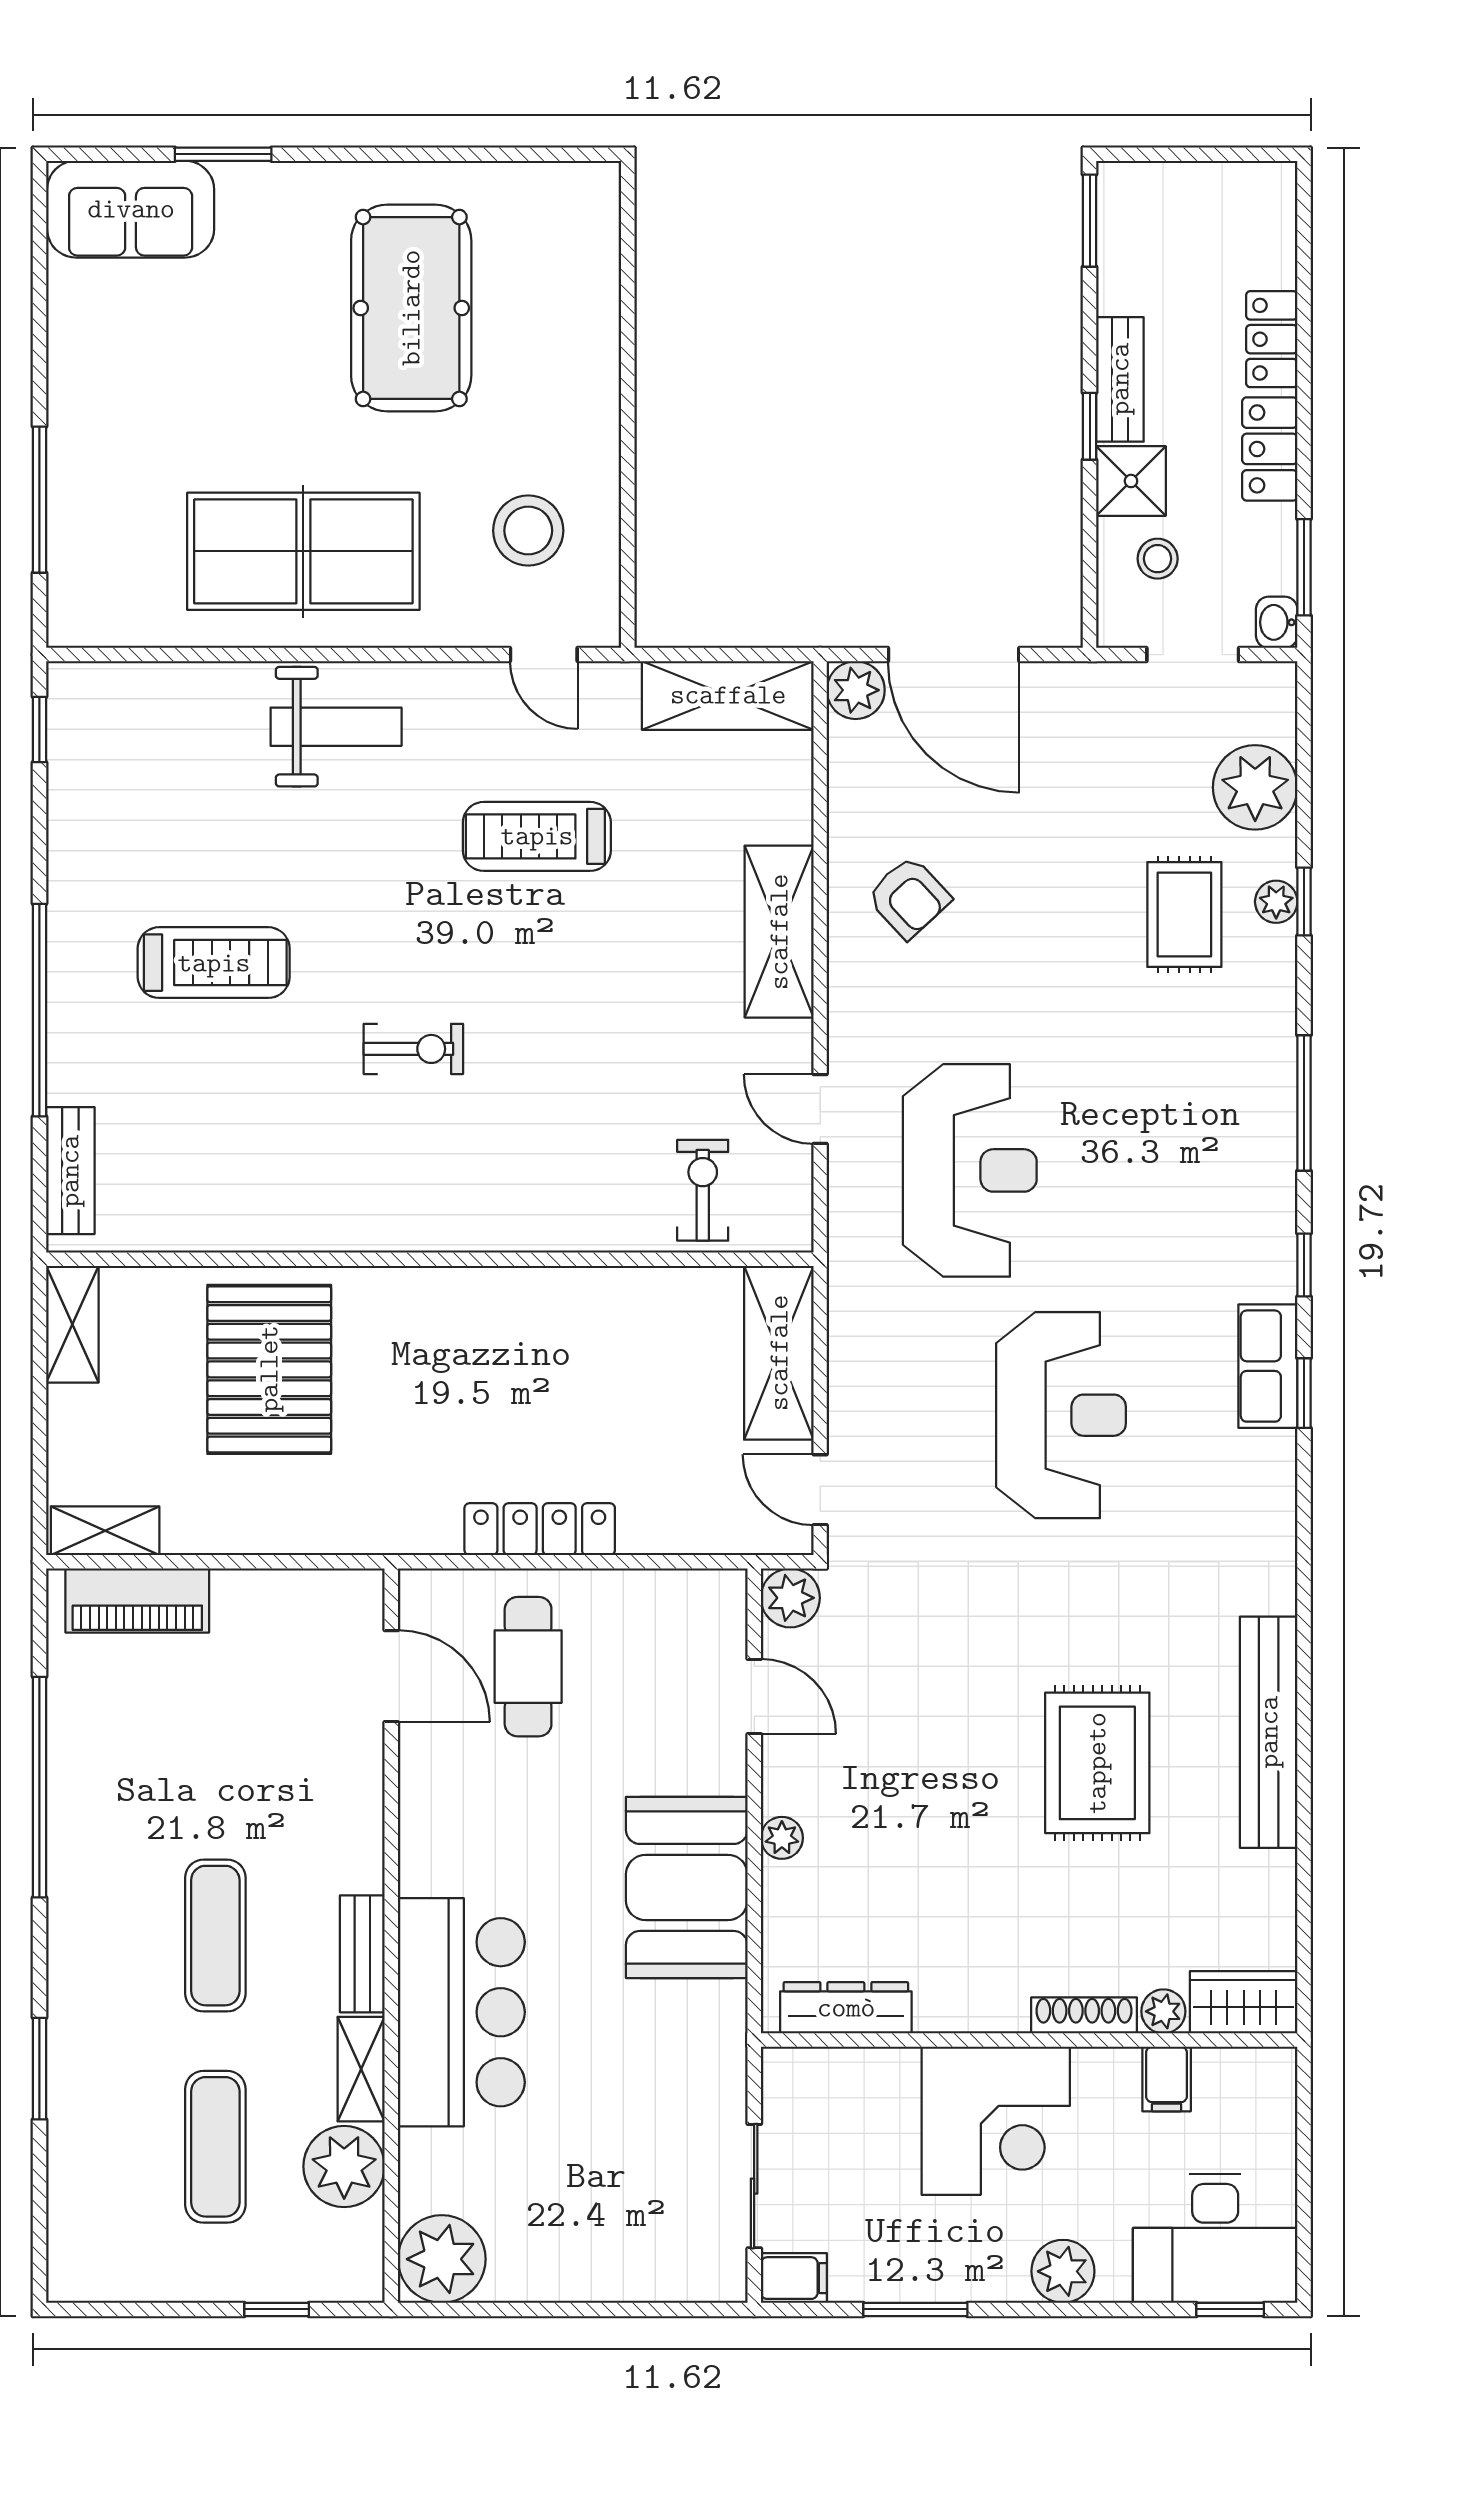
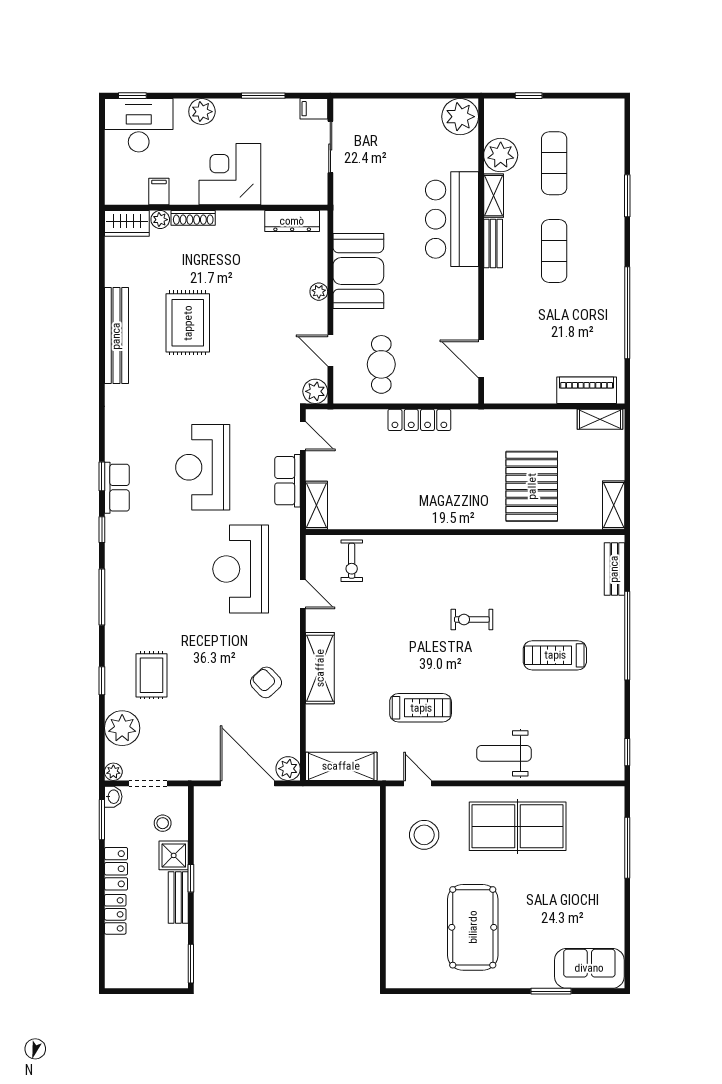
plant: (1276, 902) -> (113, 772), moved
shelving: (779, 1353) -> (316, 505), width x0.67, depth x0.75
row of seats: (857, 1383) -> (287, 481), added
cafe table: (528, 1667) -> (381, 364), moved

